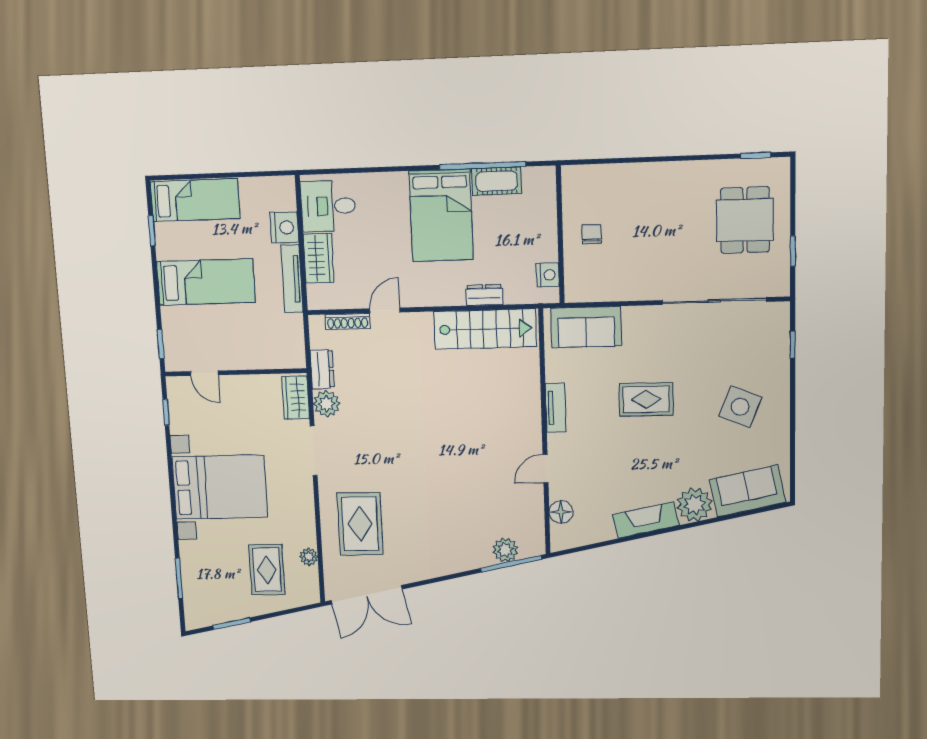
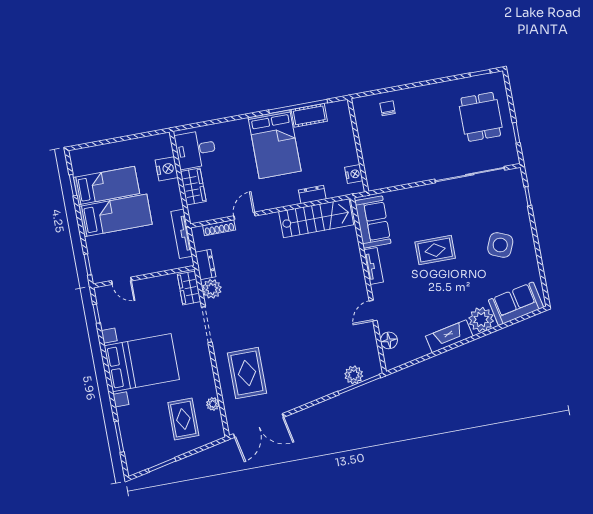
bed: (195, 200) -> (106, 186), moved
chair: (592, 234) -> (388, 108), moved
tv unit: (292, 279) -> (182, 234), moved
sofa: (586, 327) -> (373, 222), moved, turned -90

